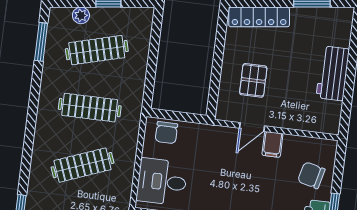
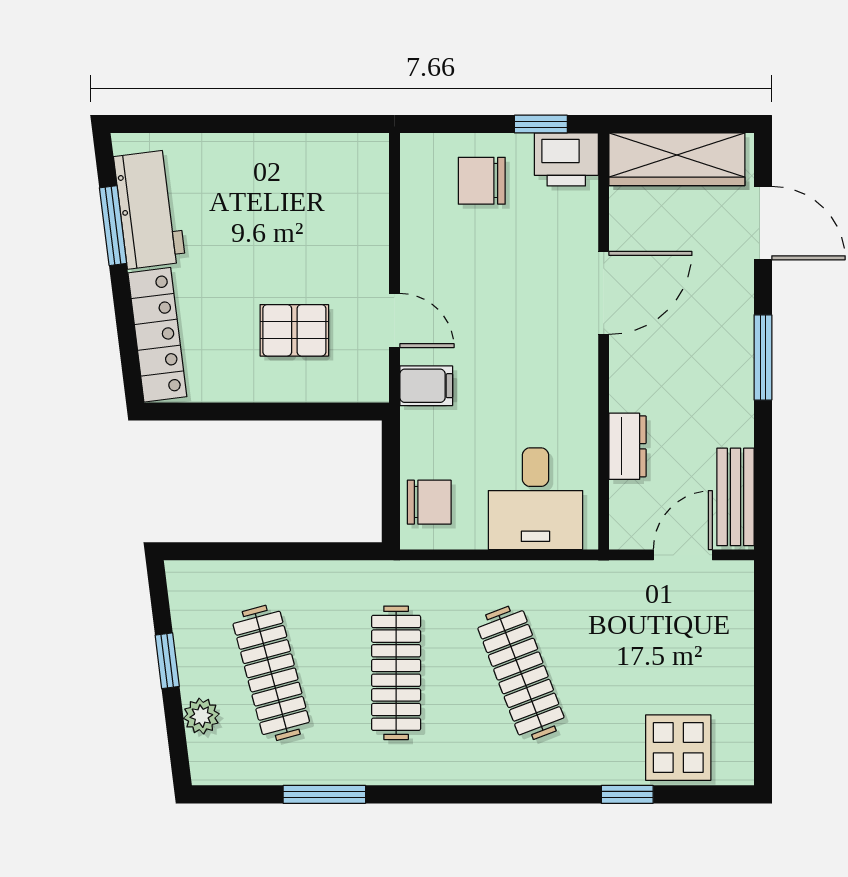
window: (41, 42) -> (324, 794), moved
workbench: (333, 73) -> (150, 209), moved, turned -97
filing cabinet: (272, 144) -> (426, 386), moved
chair: (311, 175) -> (482, 181), turned 76

